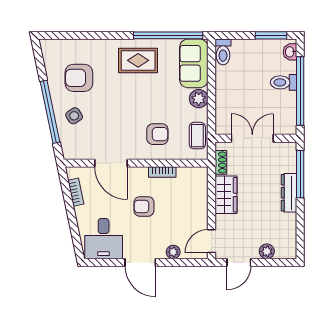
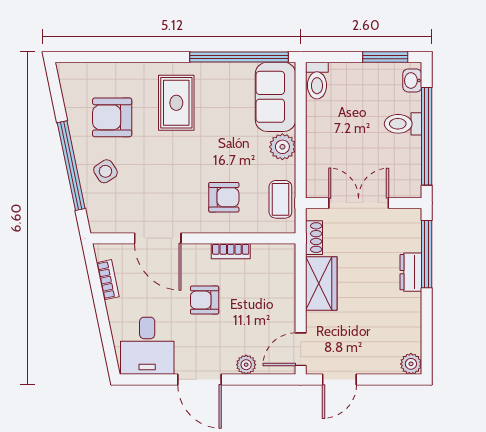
rug: (138, 60) -> (176, 103), moved, turned 90
dresser: (289, 193) -> (411, 272), width x0.70
plant: (267, 251) -> (411, 364), moved

